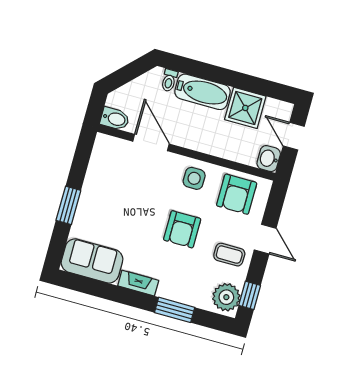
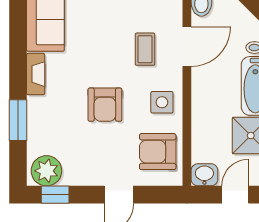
armchair: (182, 229) -> (105, 105), turned -90
coffee table: (229, 255) -> (145, 49), moved

